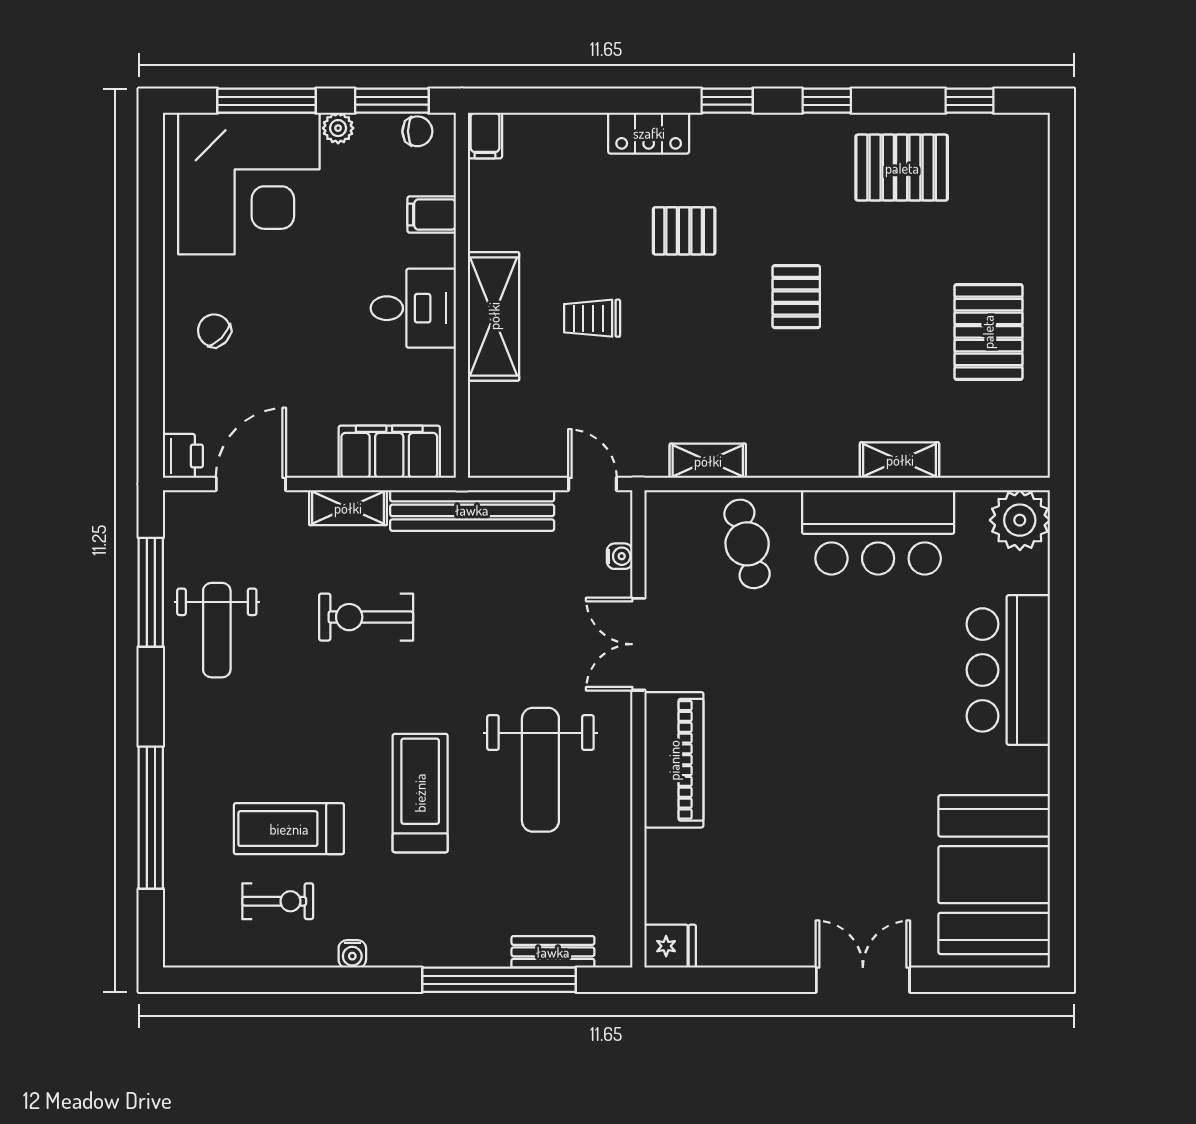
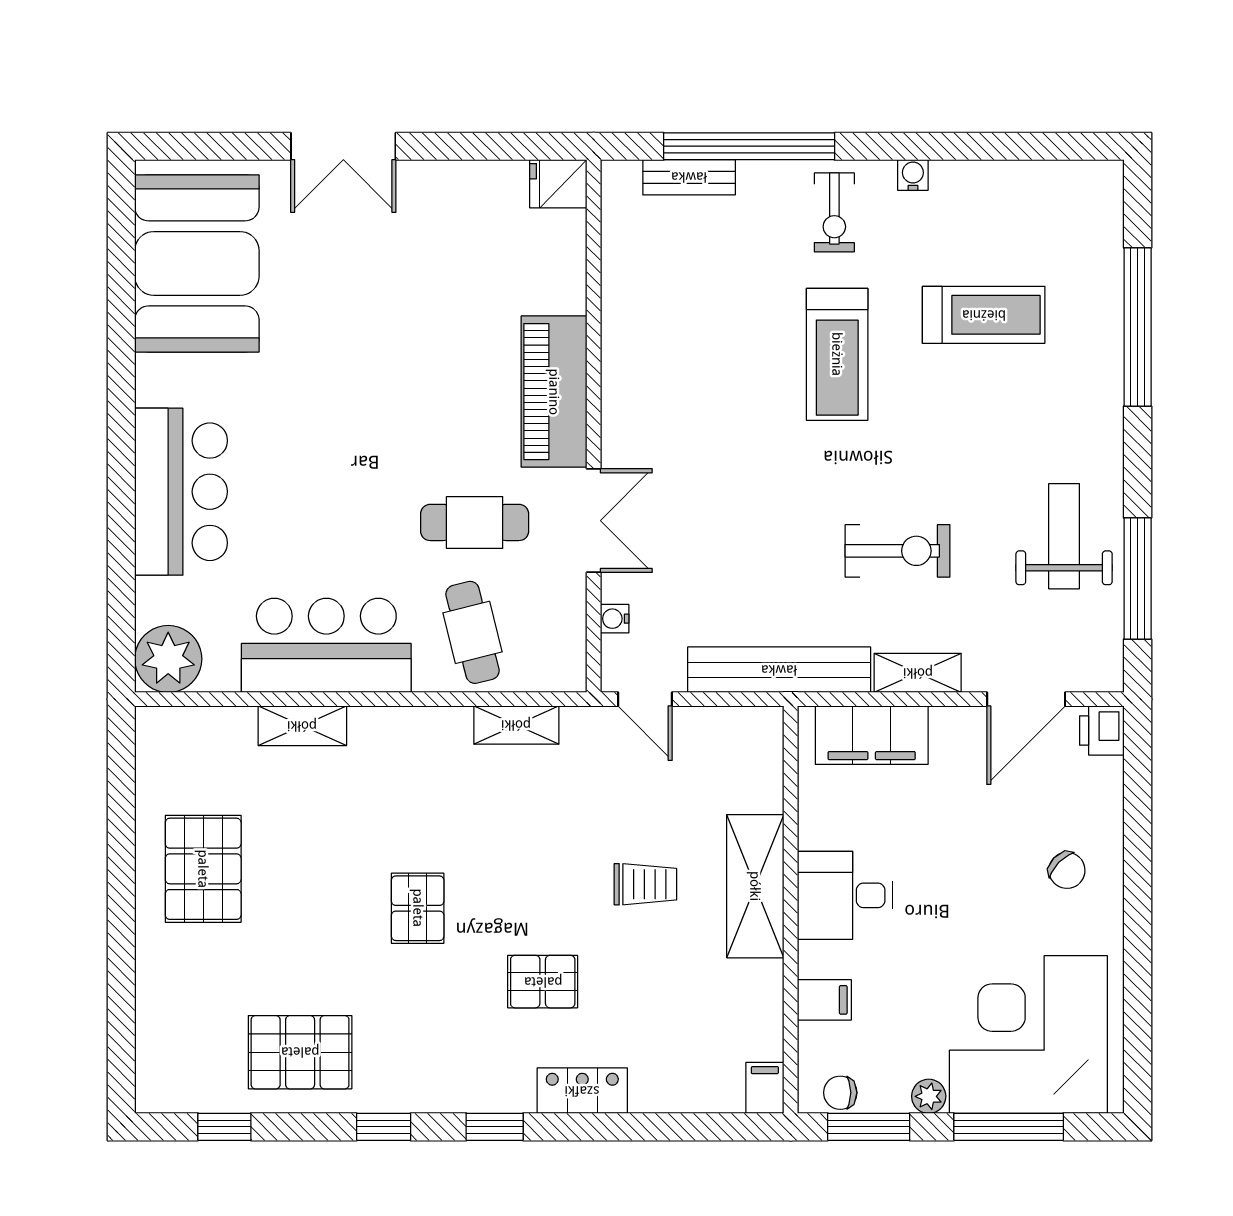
cafe table: (745, 642) -> (475, 522), added
weight bench: (540, 770) -> (703, 380), removed
exercise bike: (278, 901) -> (834, 212), moved, turned -90

